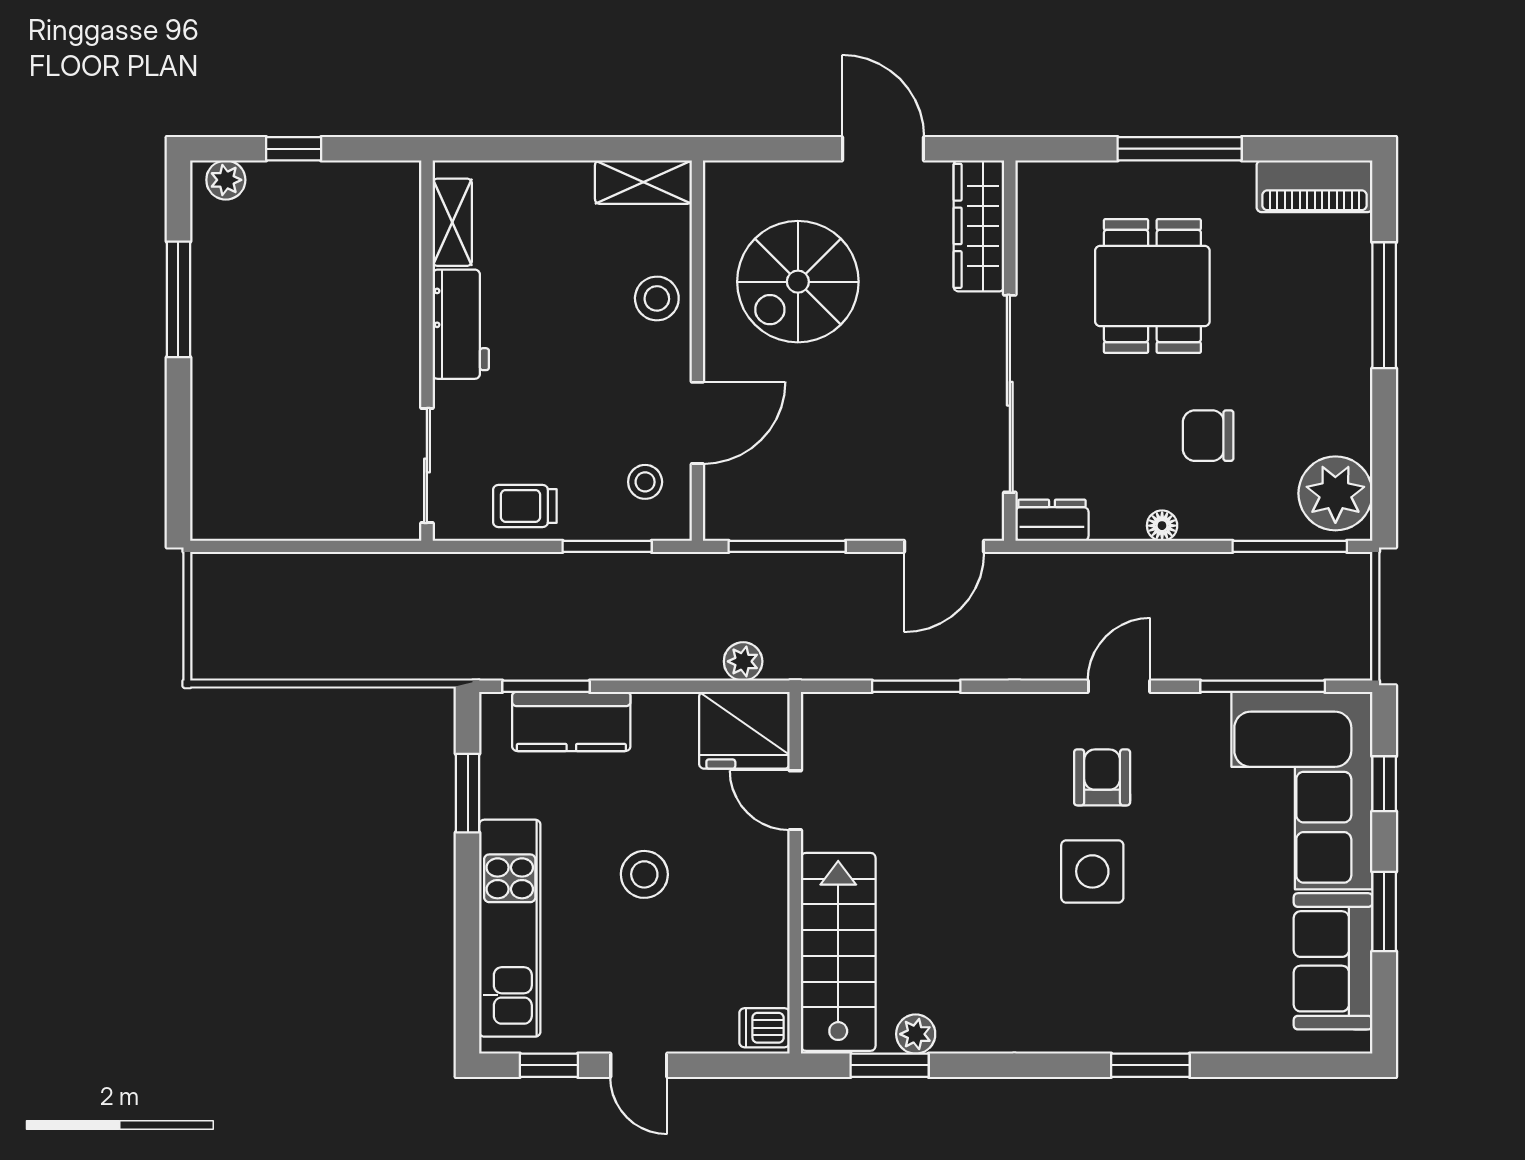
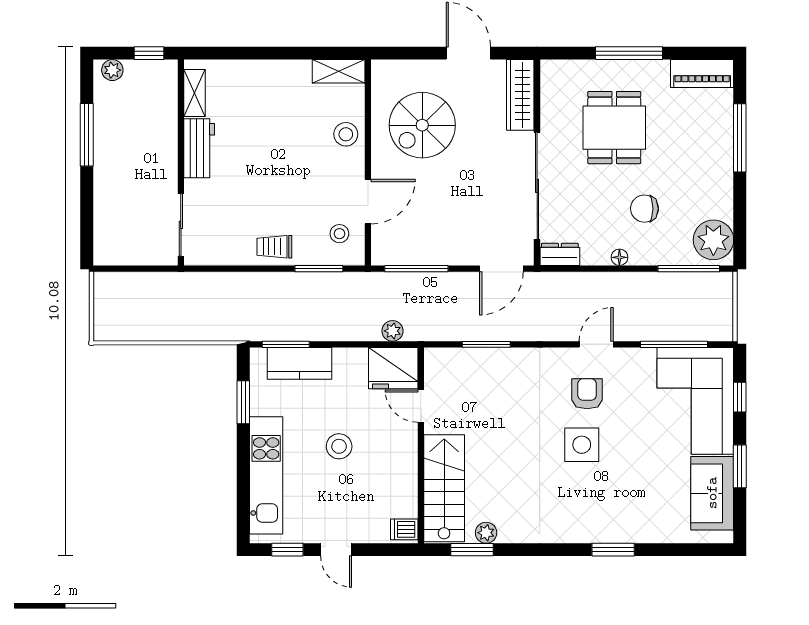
shelving: (452, 222) -> (195, 93), moved
workbench: (461, 324) -> (199, 148), moved
wall: (427, 351) -> (181, 162), moved
sliding door: (427, 466) -> (181, 225), moved

